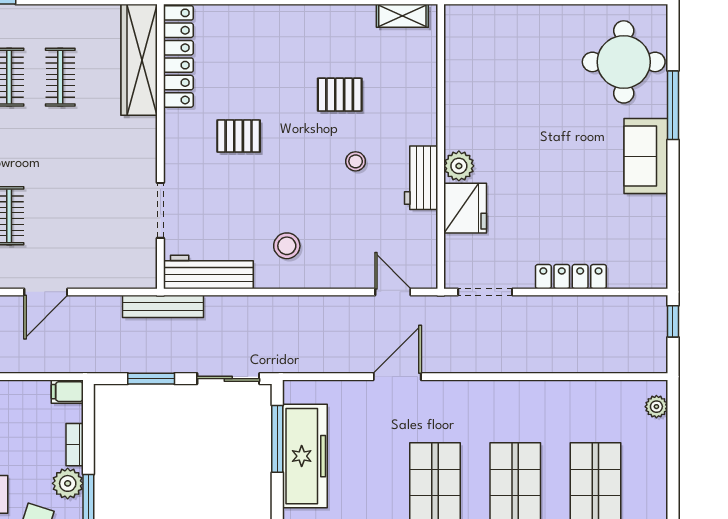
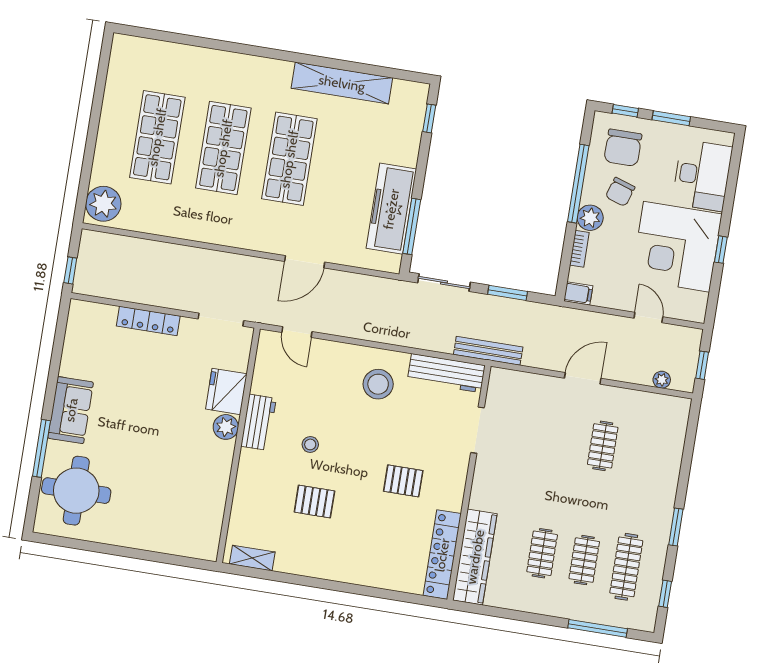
stool: (287, 246) -> (378, 384), width x1.38, depth x1.38
plant: (656, 407) -> (103, 204), width x1.88, depth x1.88

